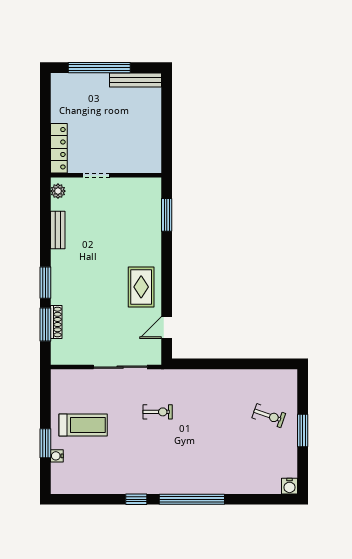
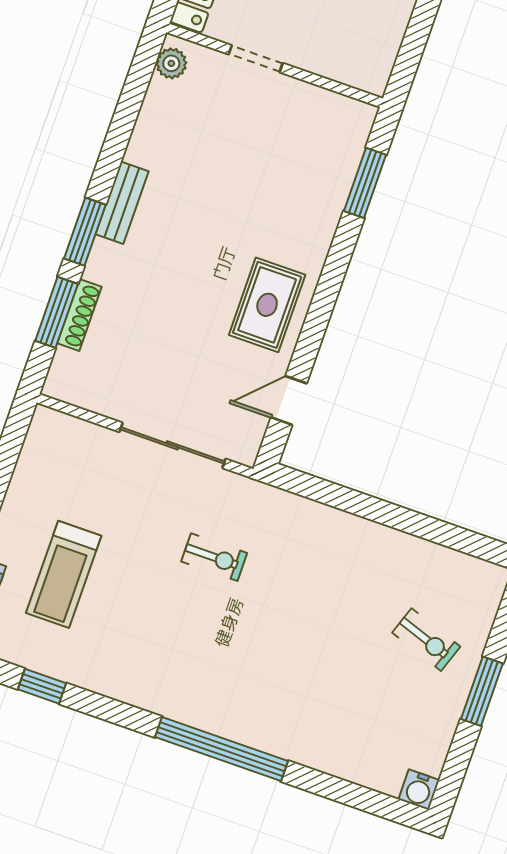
bench: (58, 230) -> (122, 203), moved
treadmill: (83, 425) -> (64, 574), moved, turned 90
window: (136, 499) -> (42, 686), moved

